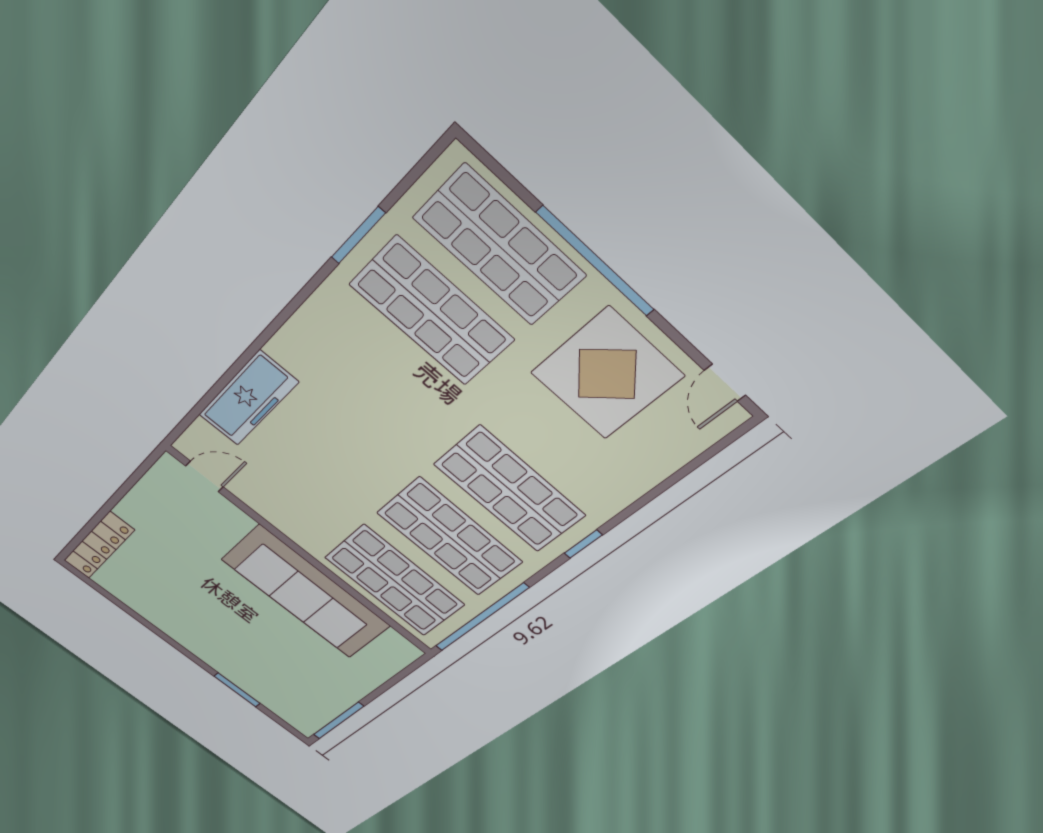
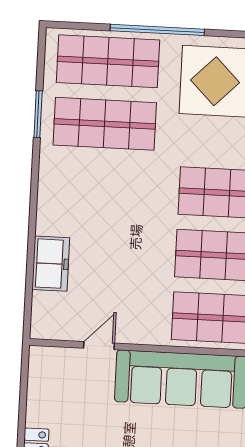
freezer: (248, 398) -> (51, 264), width x0.71
door: (204, 476) -> (99, 346), moved

